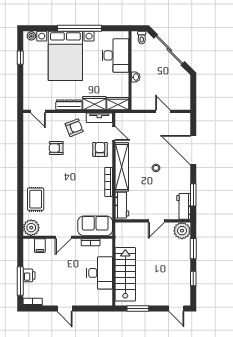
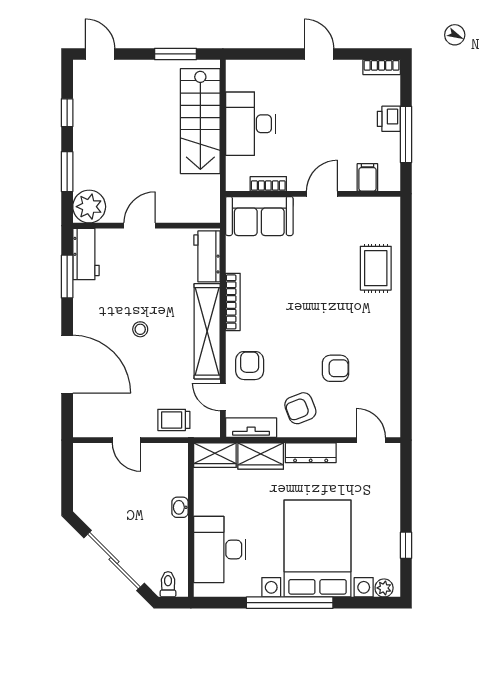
trolley: (139, 122) -> (174, 420), added
armchair: (100, 149) -> (250, 366), turned 180
plant: (31, 228) -> (384, 212), removed
window: (20, 281) -> (406, 135), moved

